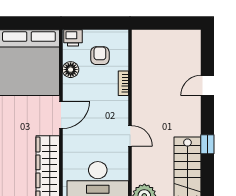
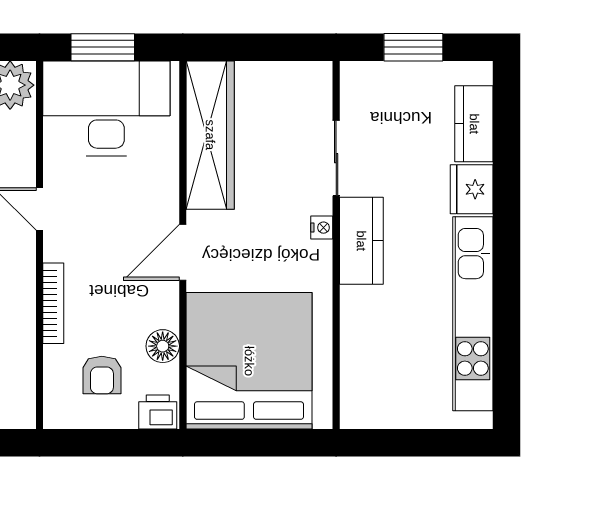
bookcase: (123, 83) -> (53, 303), width x1.56

